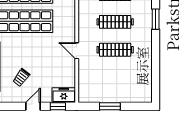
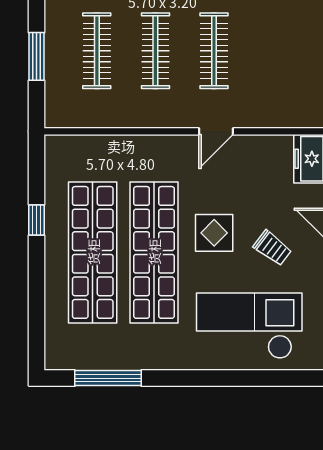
display table: (29, 50) -> (214, 233), added

